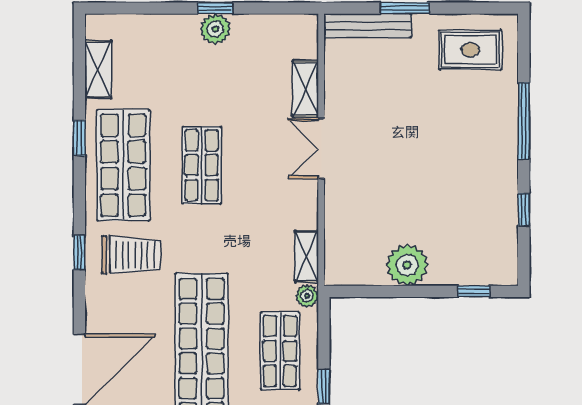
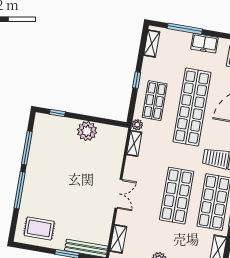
shelving: (305, 89) -> (118, 239), moved
shop shelf: (202, 165) -> (177, 196), width x1.43, depth x1.36
window: (524, 210) -> (27, 148), width x2.17

